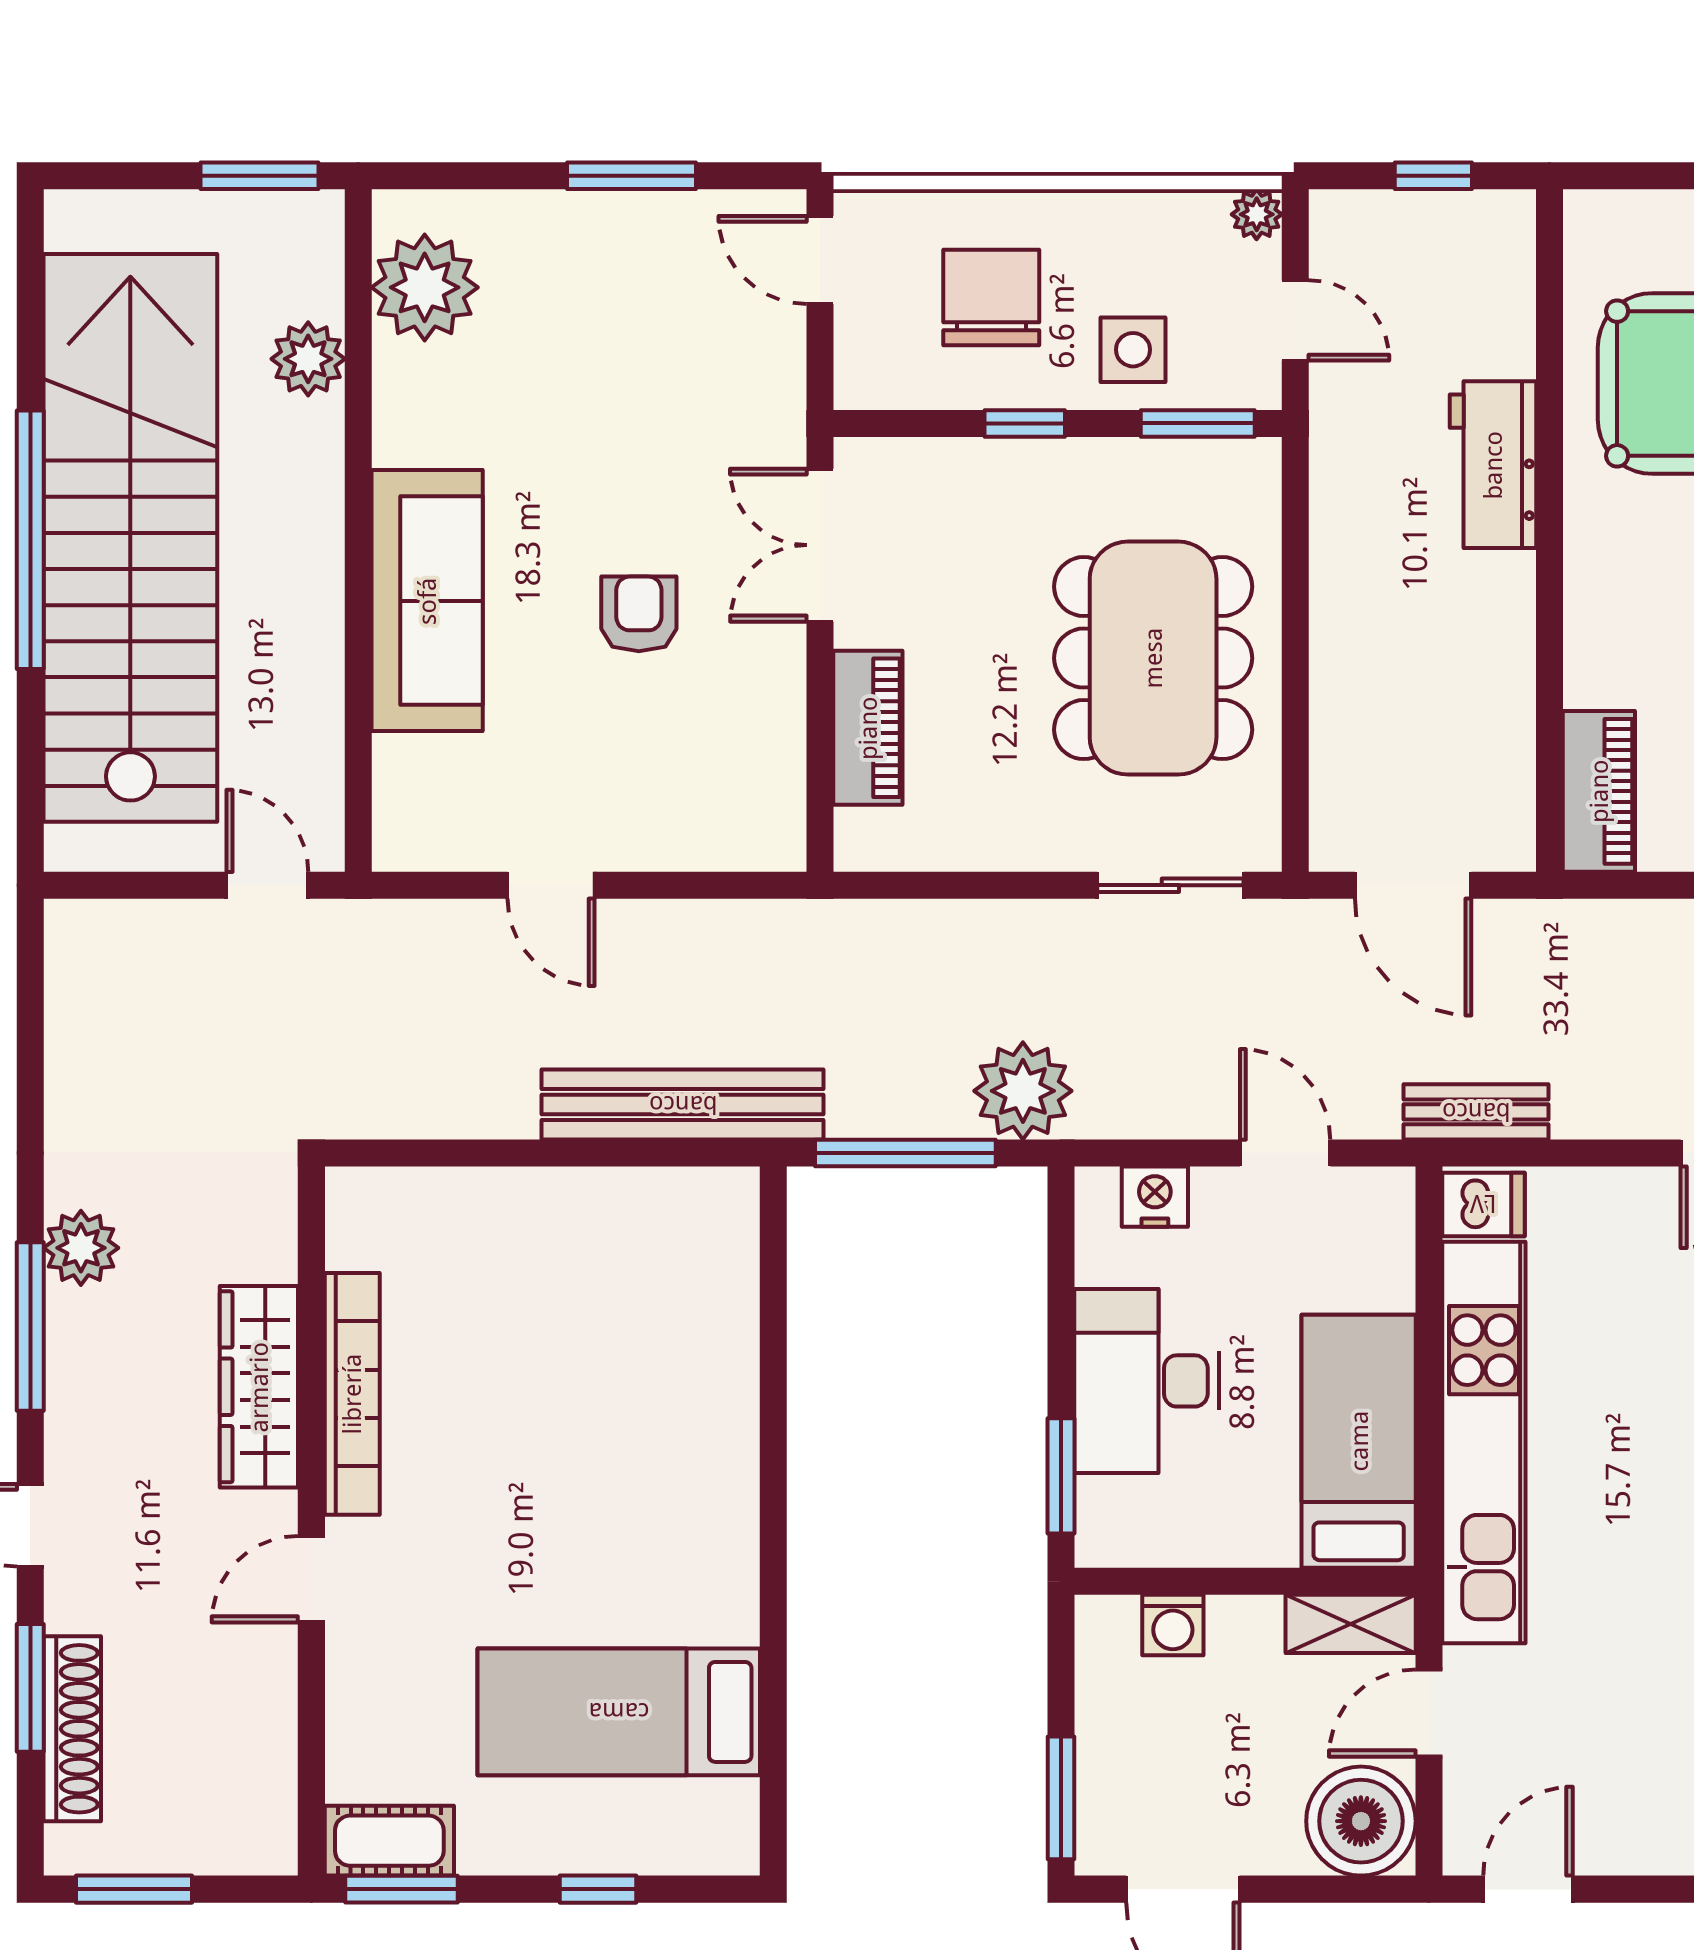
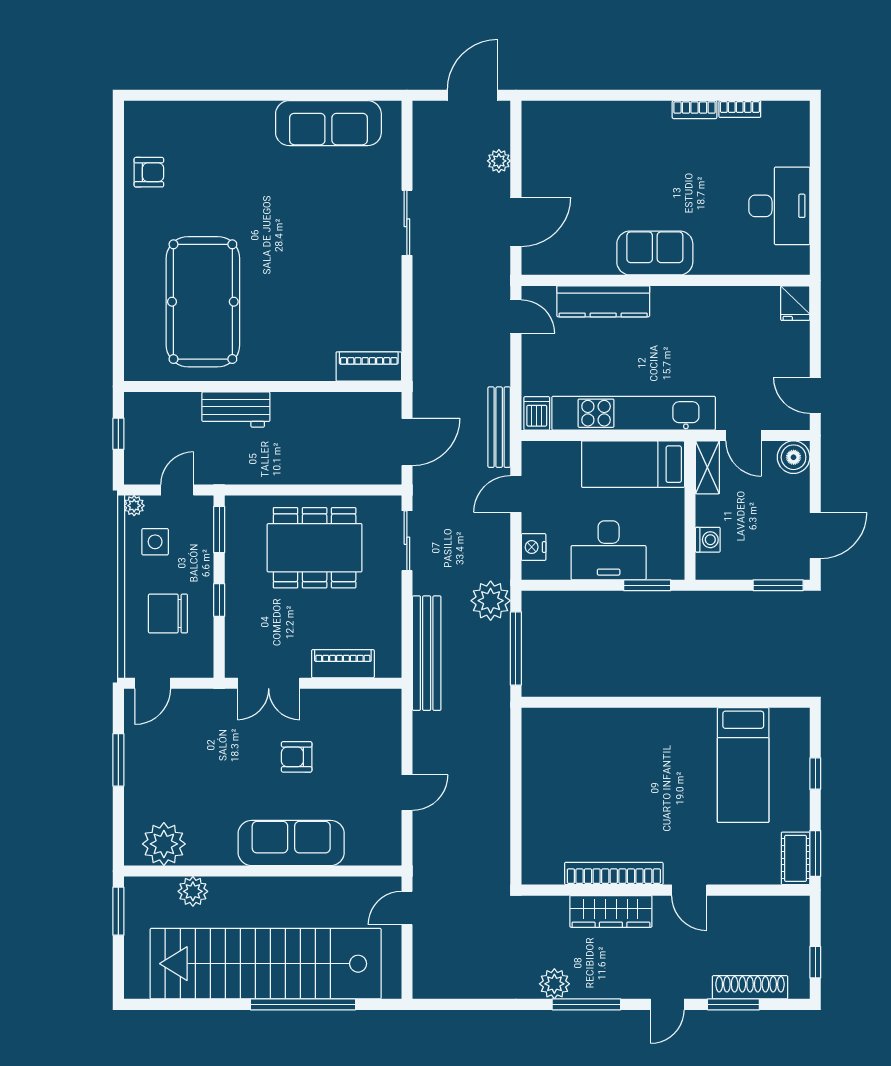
side table: (1133, 350) -> (155, 542), moved
window: (30, 540) -> (303, 1004), moved
bench: (683, 1105) -> (427, 653), moved
bench: (1476, 1112) -> (499, 427), width x1.36
boiler: (1361, 1821) -> (794, 457), width x0.73, depth x0.73
window: (134, 1889) -> (815, 962), width x0.67

